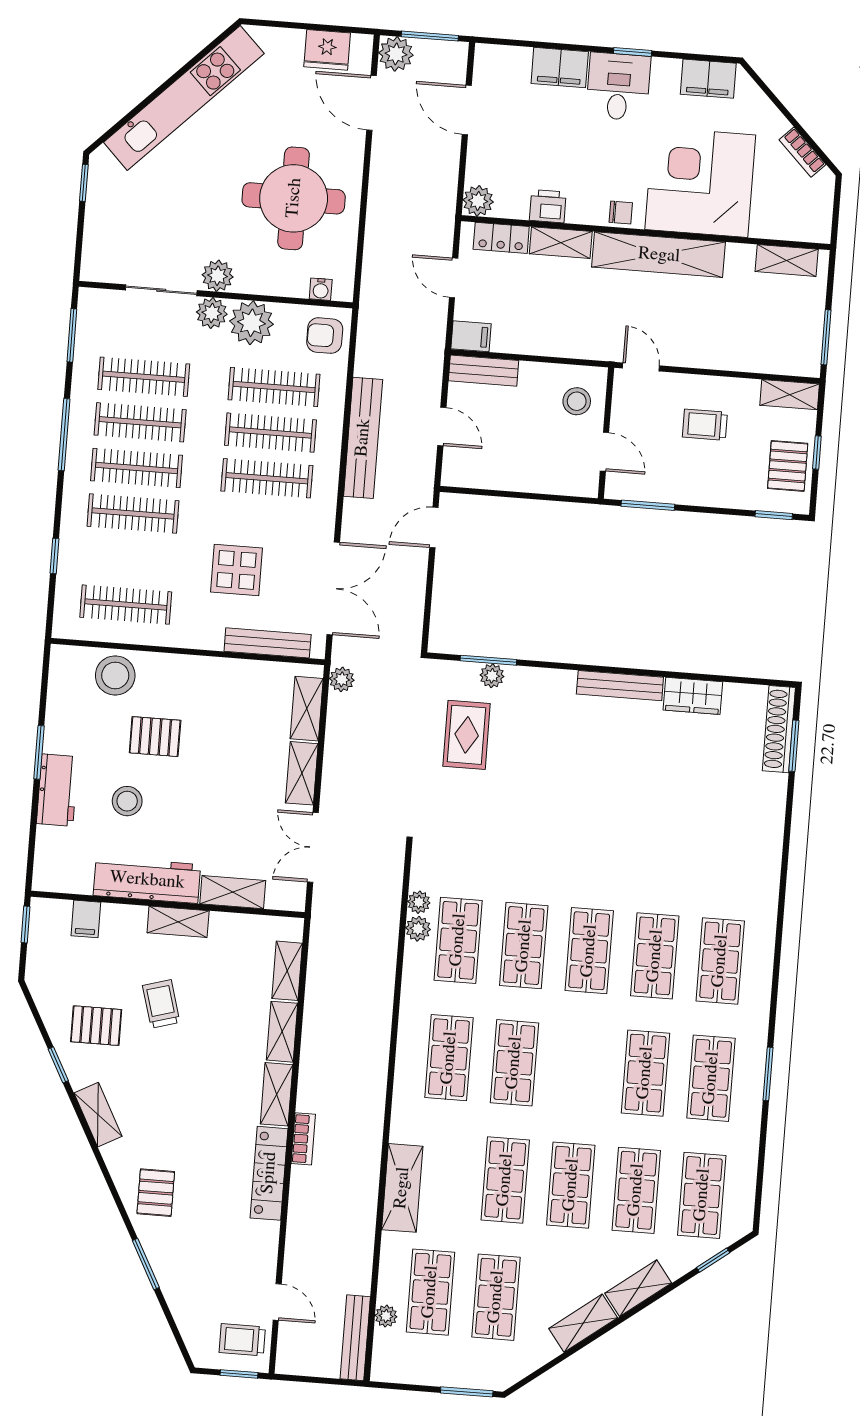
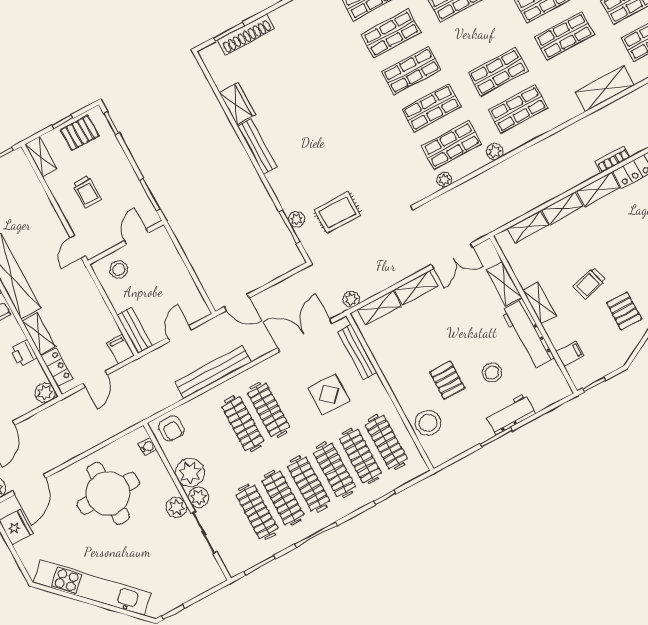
clothes rail: (274, 387) -> (360, 456), moved
shoe rack: (779, 729) -> (246, 34), moved
plant: (418, 929) -> (495, 152), moved

